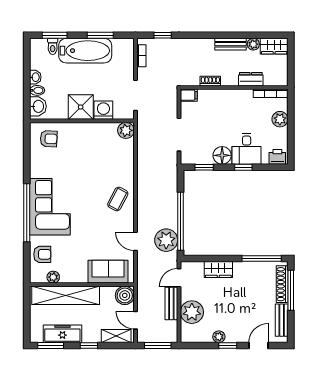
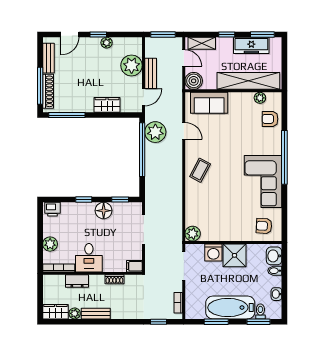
washbasin: (35, 77) -> (276, 294), moved
desk: (247, 149) -> (89, 258), moved, turned 180
corner sofa: (50, 207) -> (263, 182), moved

